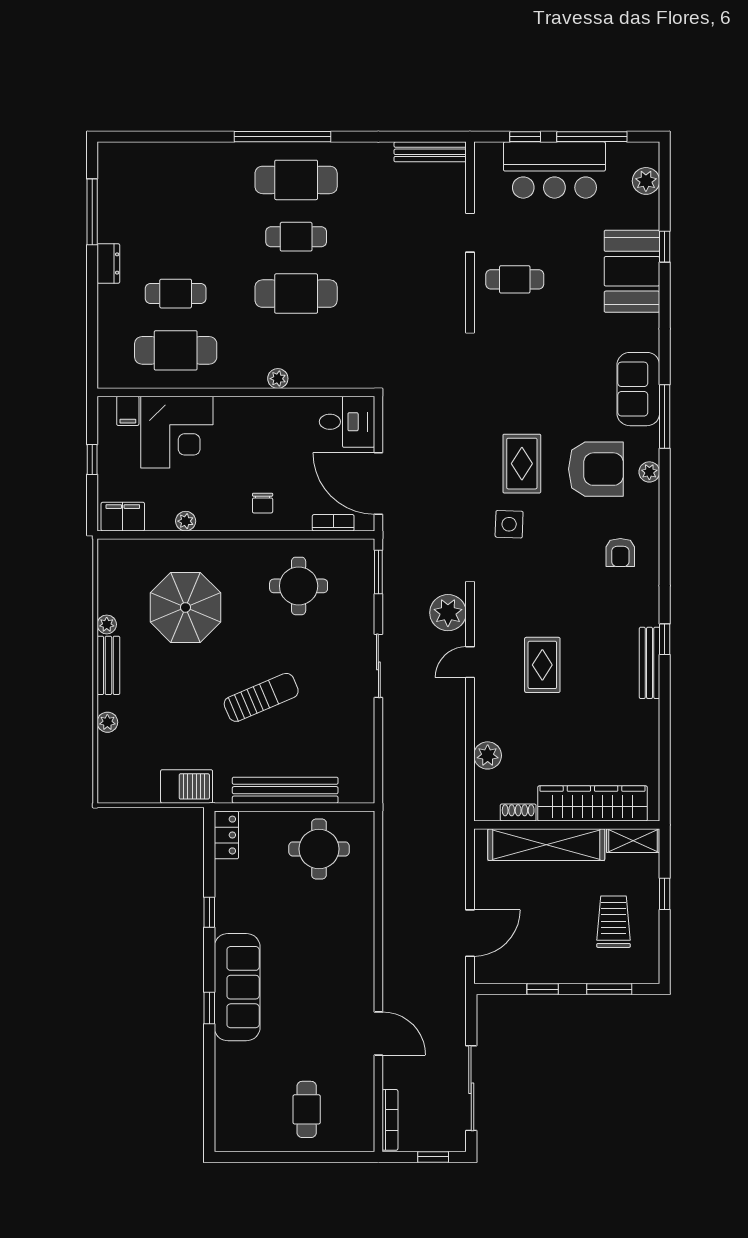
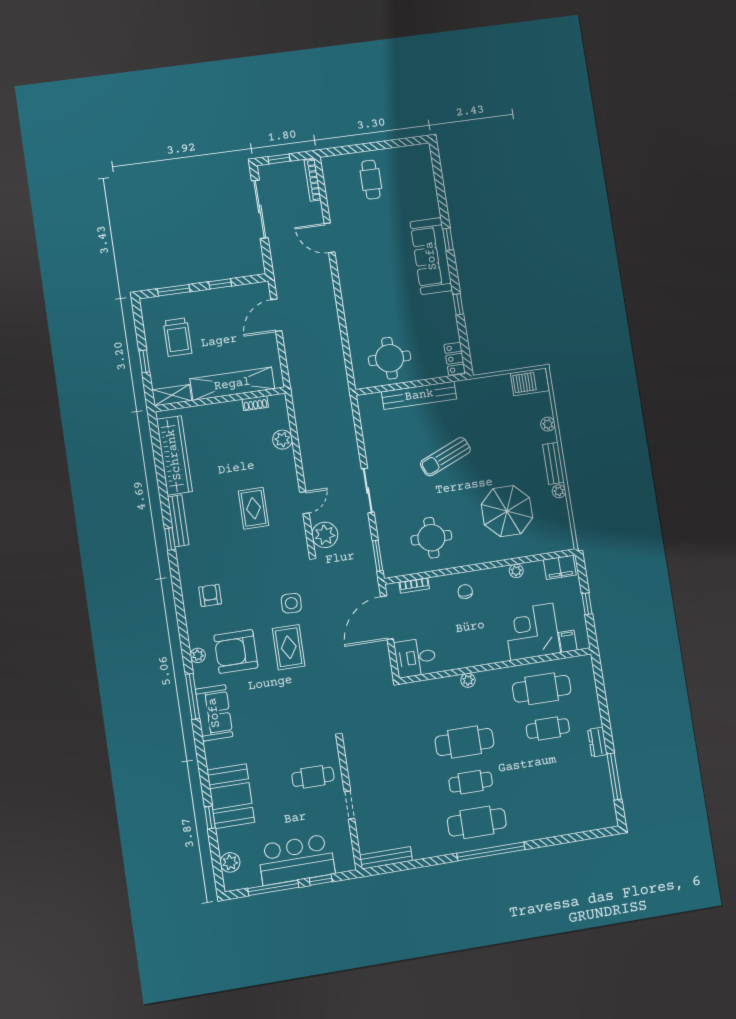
door: (378, 484) -> (387, 618), swing flipped
barbecue: (187, 786) -> (530, 382), moved
wardrobe: (592, 803) -> (174, 455), moved, turned -90

